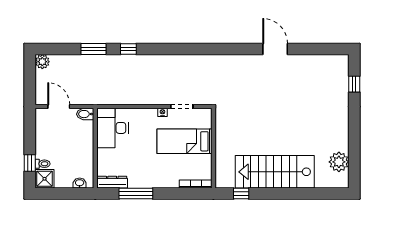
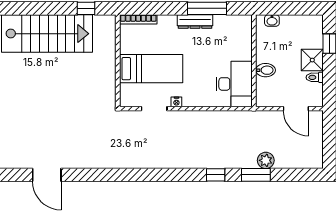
plant: (42, 62) -> (266, 160), moved
bidet: (85, 114) -> (266, 70), moved
toilet: (42, 164) -> (315, 77), moved
shower: (45, 179) -> (312, 60), moved
dresser: (112, 182) -> (195, 22), moved

